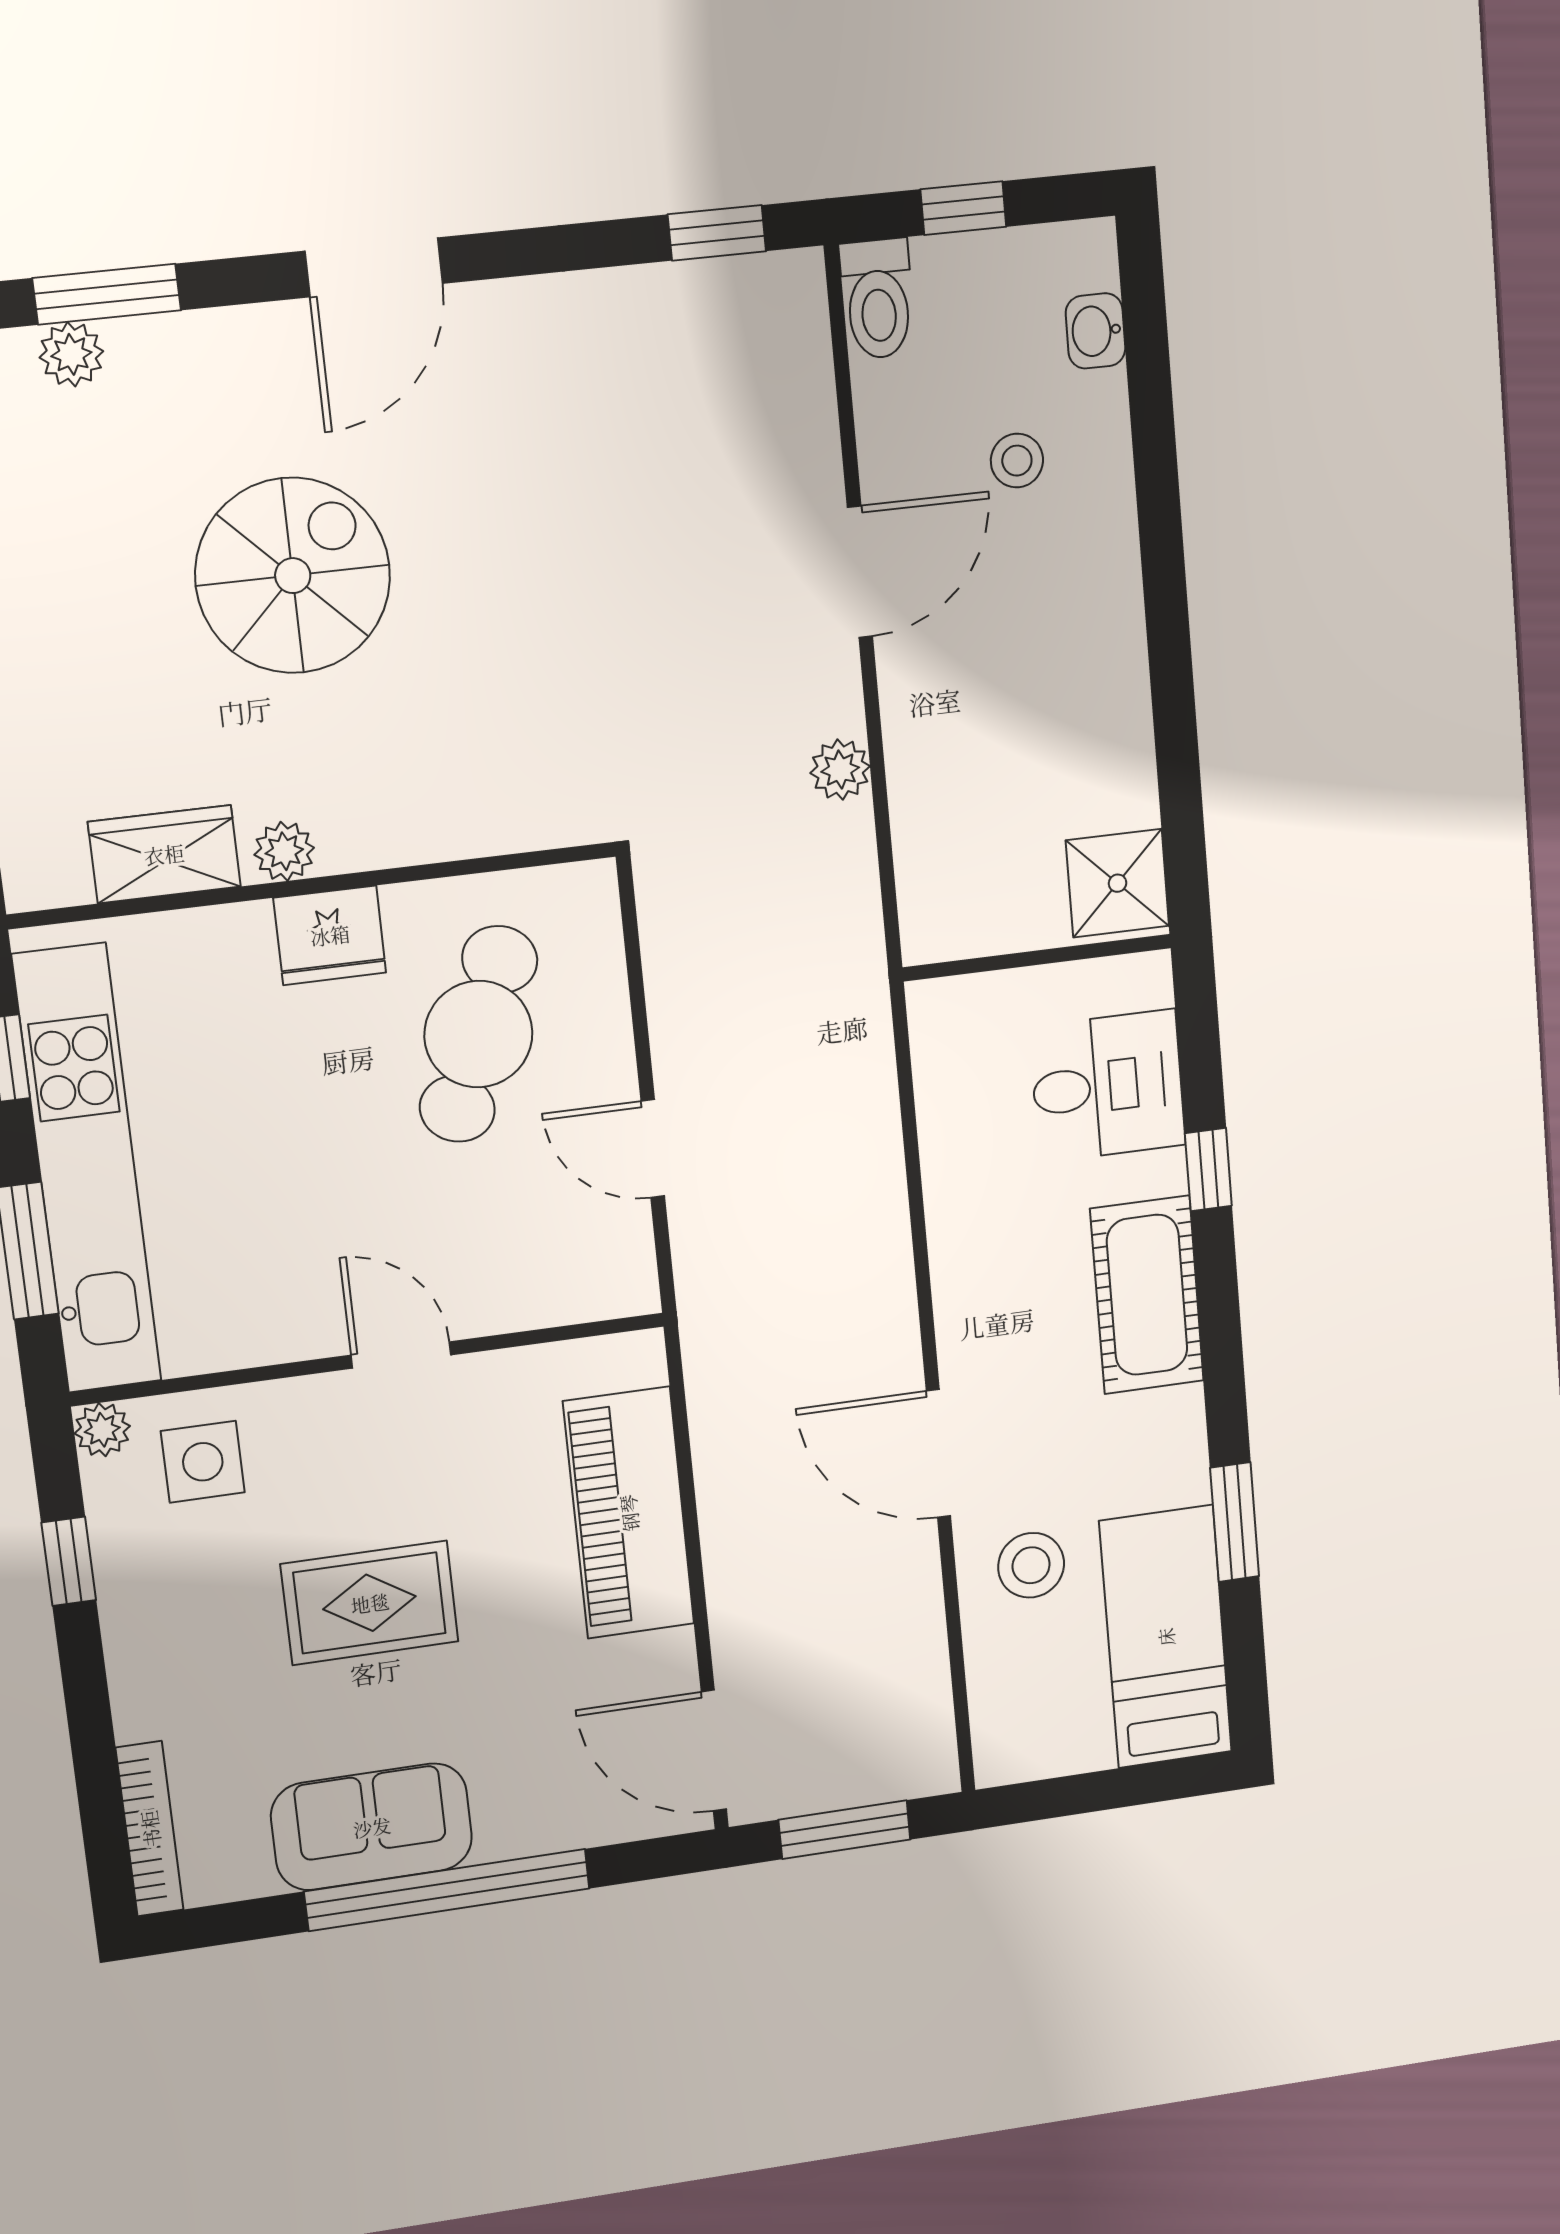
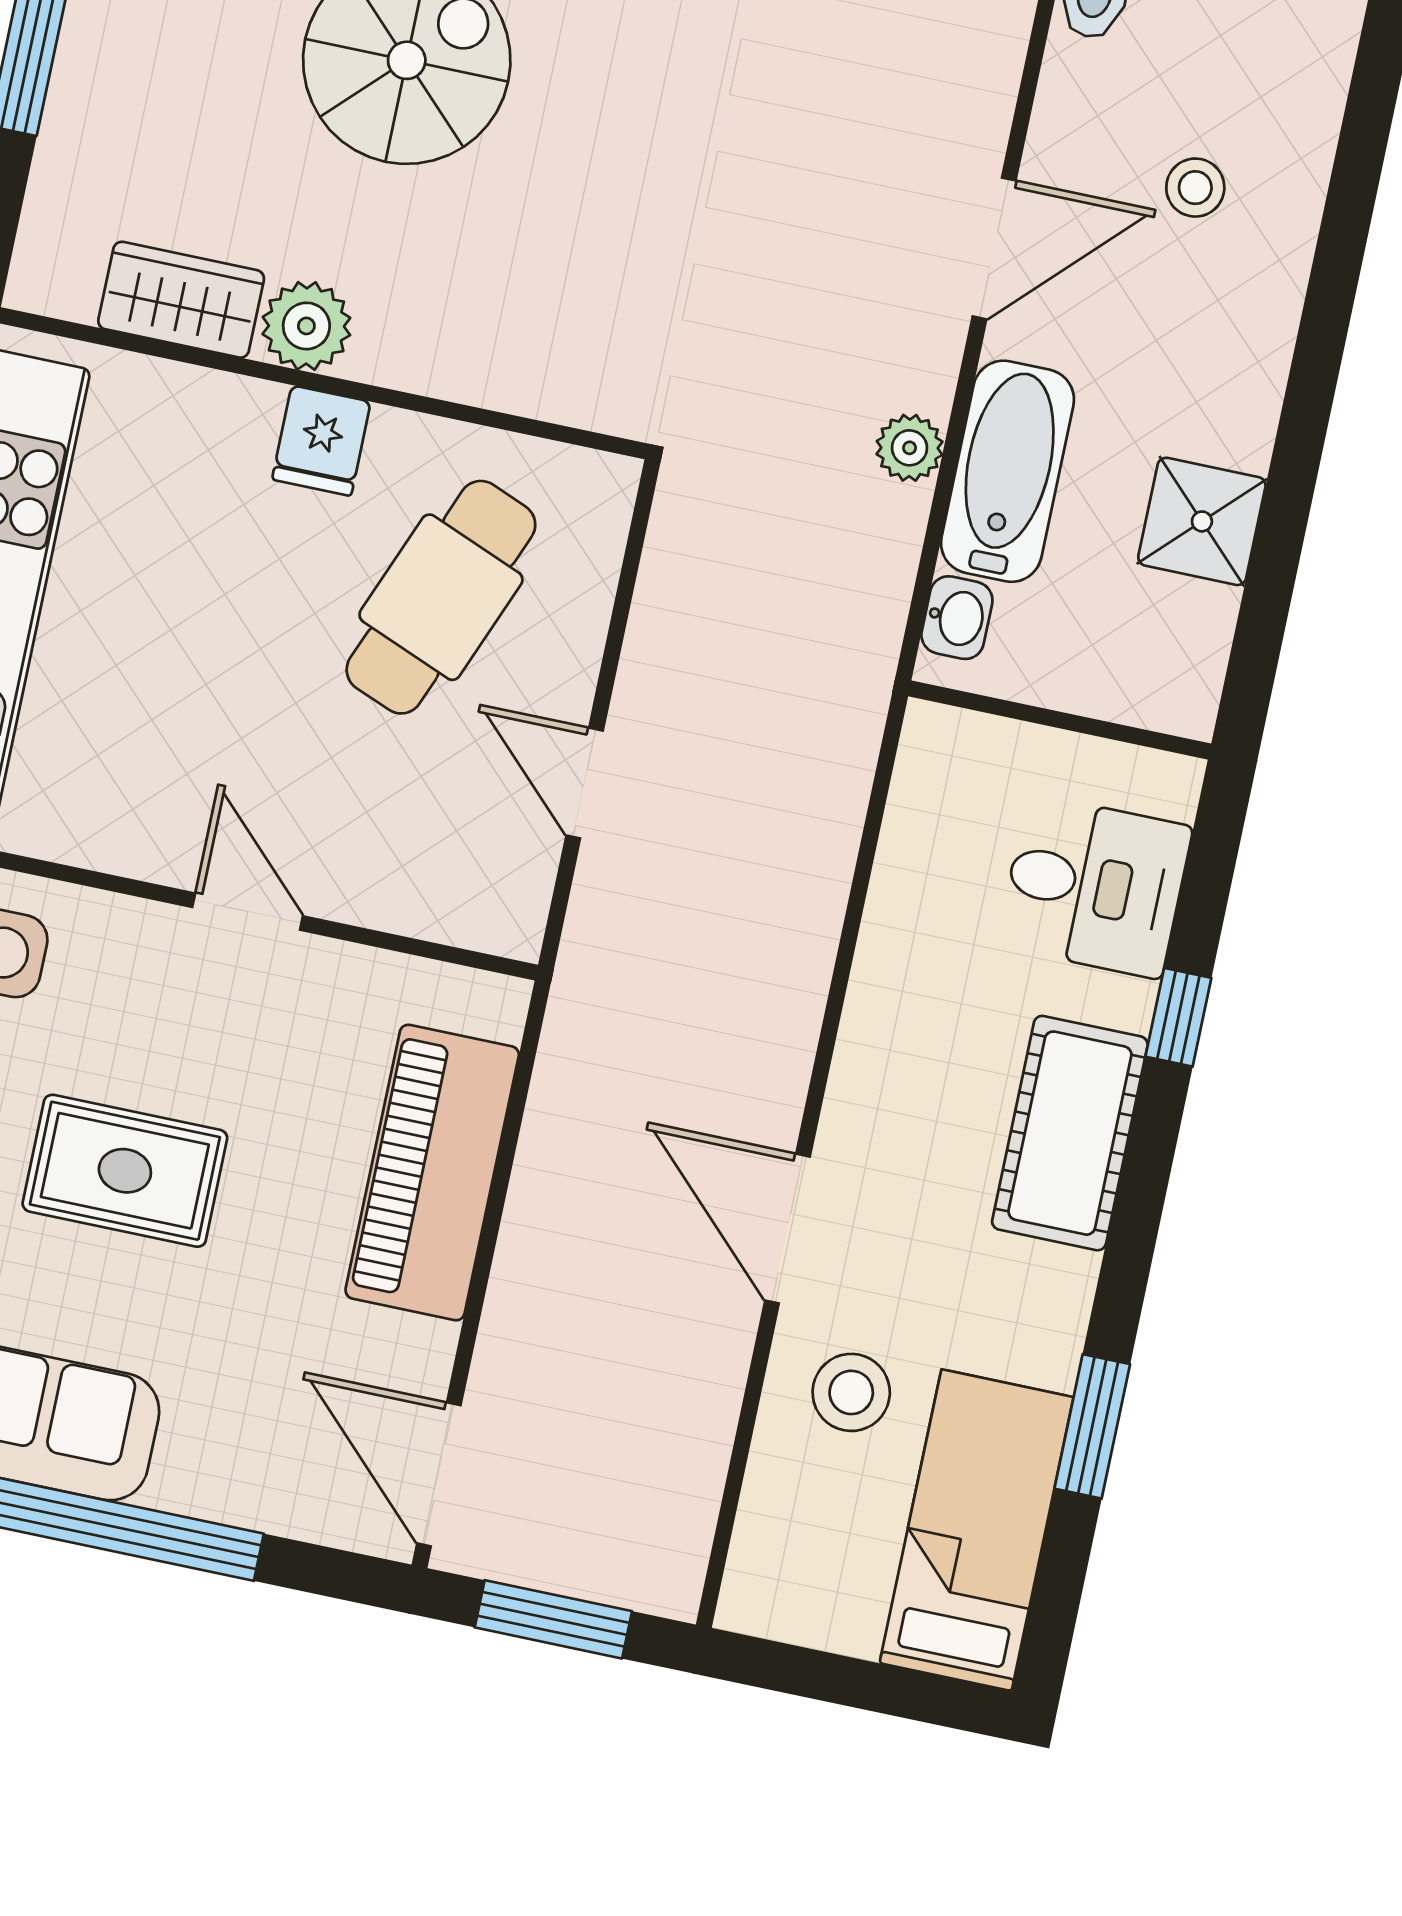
washbasin: (1096, 331) -> (957, 618), moved, turned 180
bathtub: (930, 761) -> (1007, 471), added
plant: (284, 851) -> (306, 326), width x1.38, depth x1.38
shower: (1118, 883) -> (1202, 521), moved
fridge: (330, 935) -> (321, 441), width x0.72

